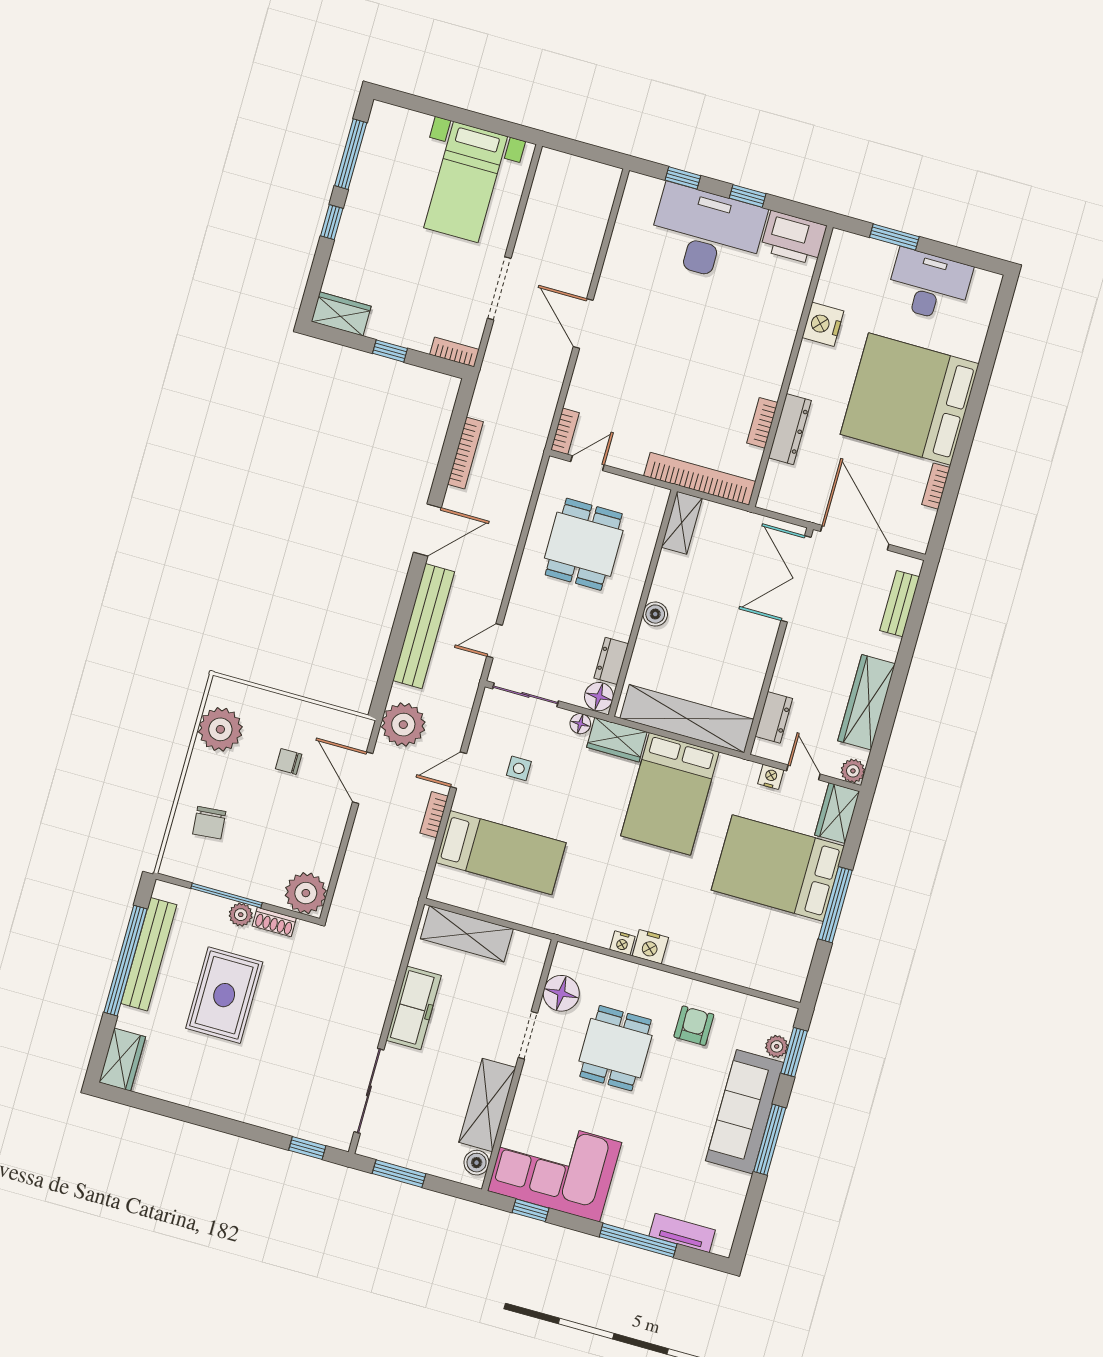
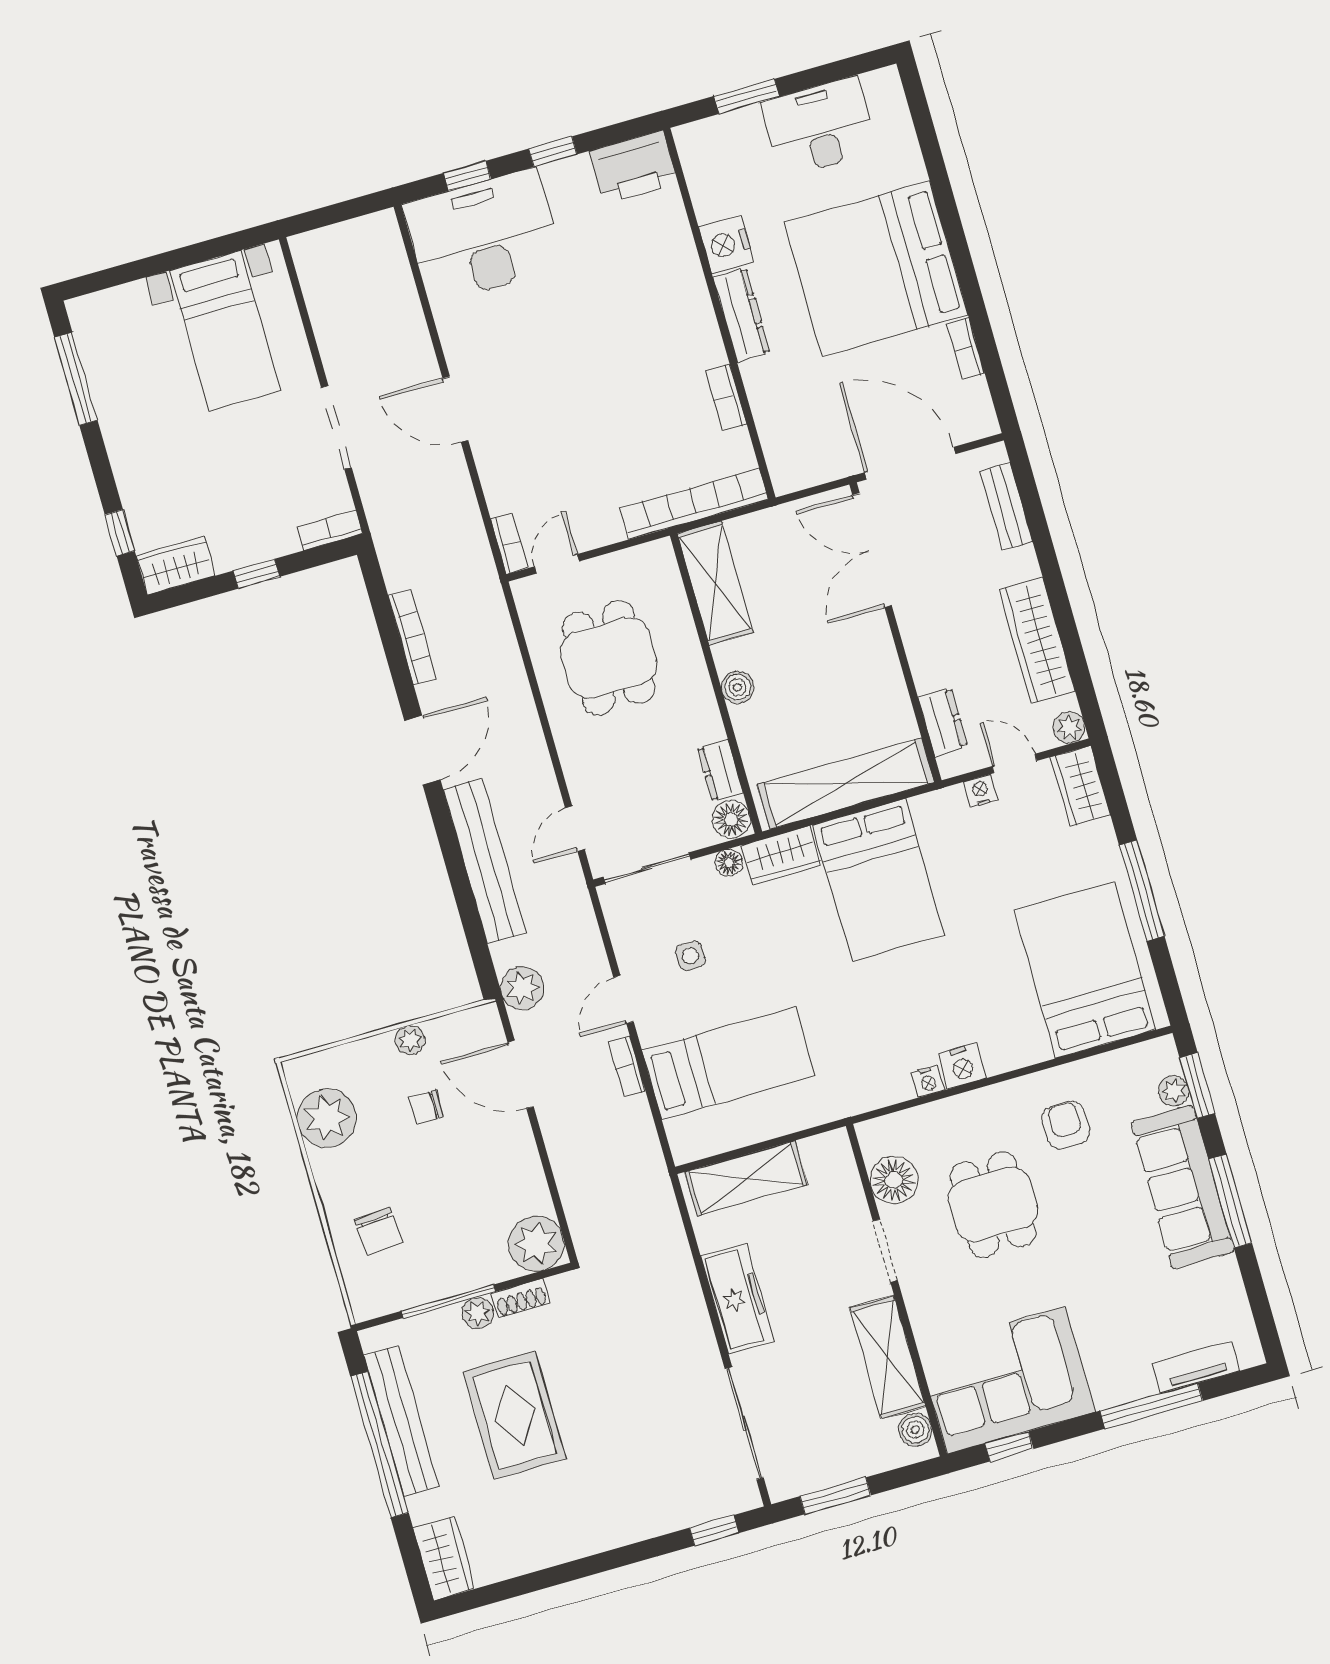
window: (332, 222) -> (120, 533), moved
desk: (707, 233) -> (483, 236), moved
dresser: (790, 429) -> (741, 315), moved
shelving: (682, 523) -> (715, 583), width x1.50, depth x1.33
plant: (305, 712) -> (410, 1040), added
plant: (403, 725) -> (522, 988), width x0.73, depth x0.73
bed: (778, 868) -> (1085, 970), moved, turned 90

